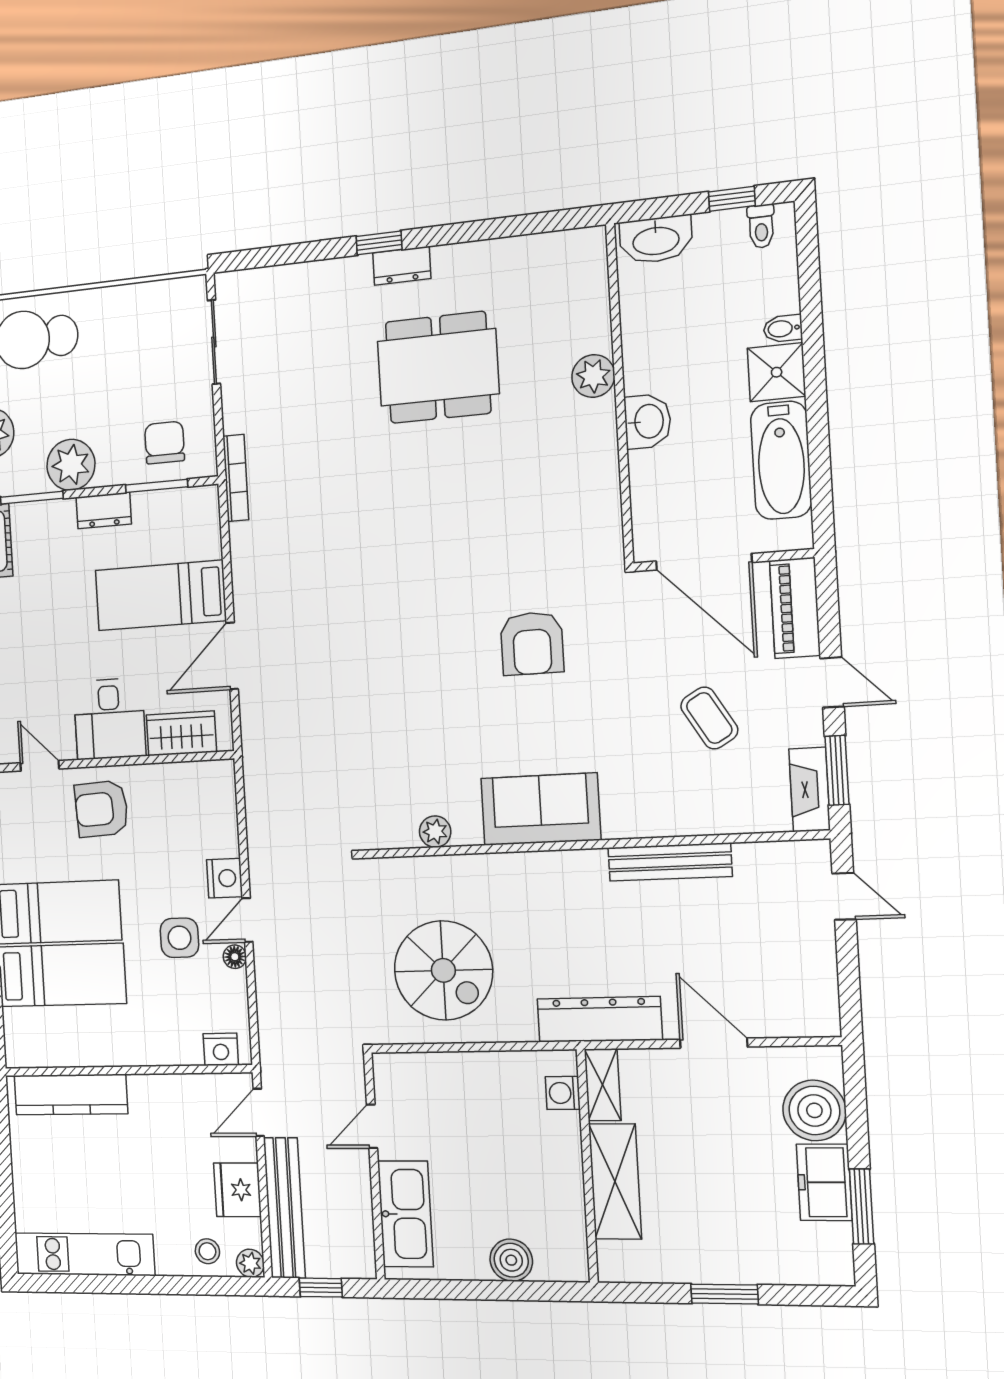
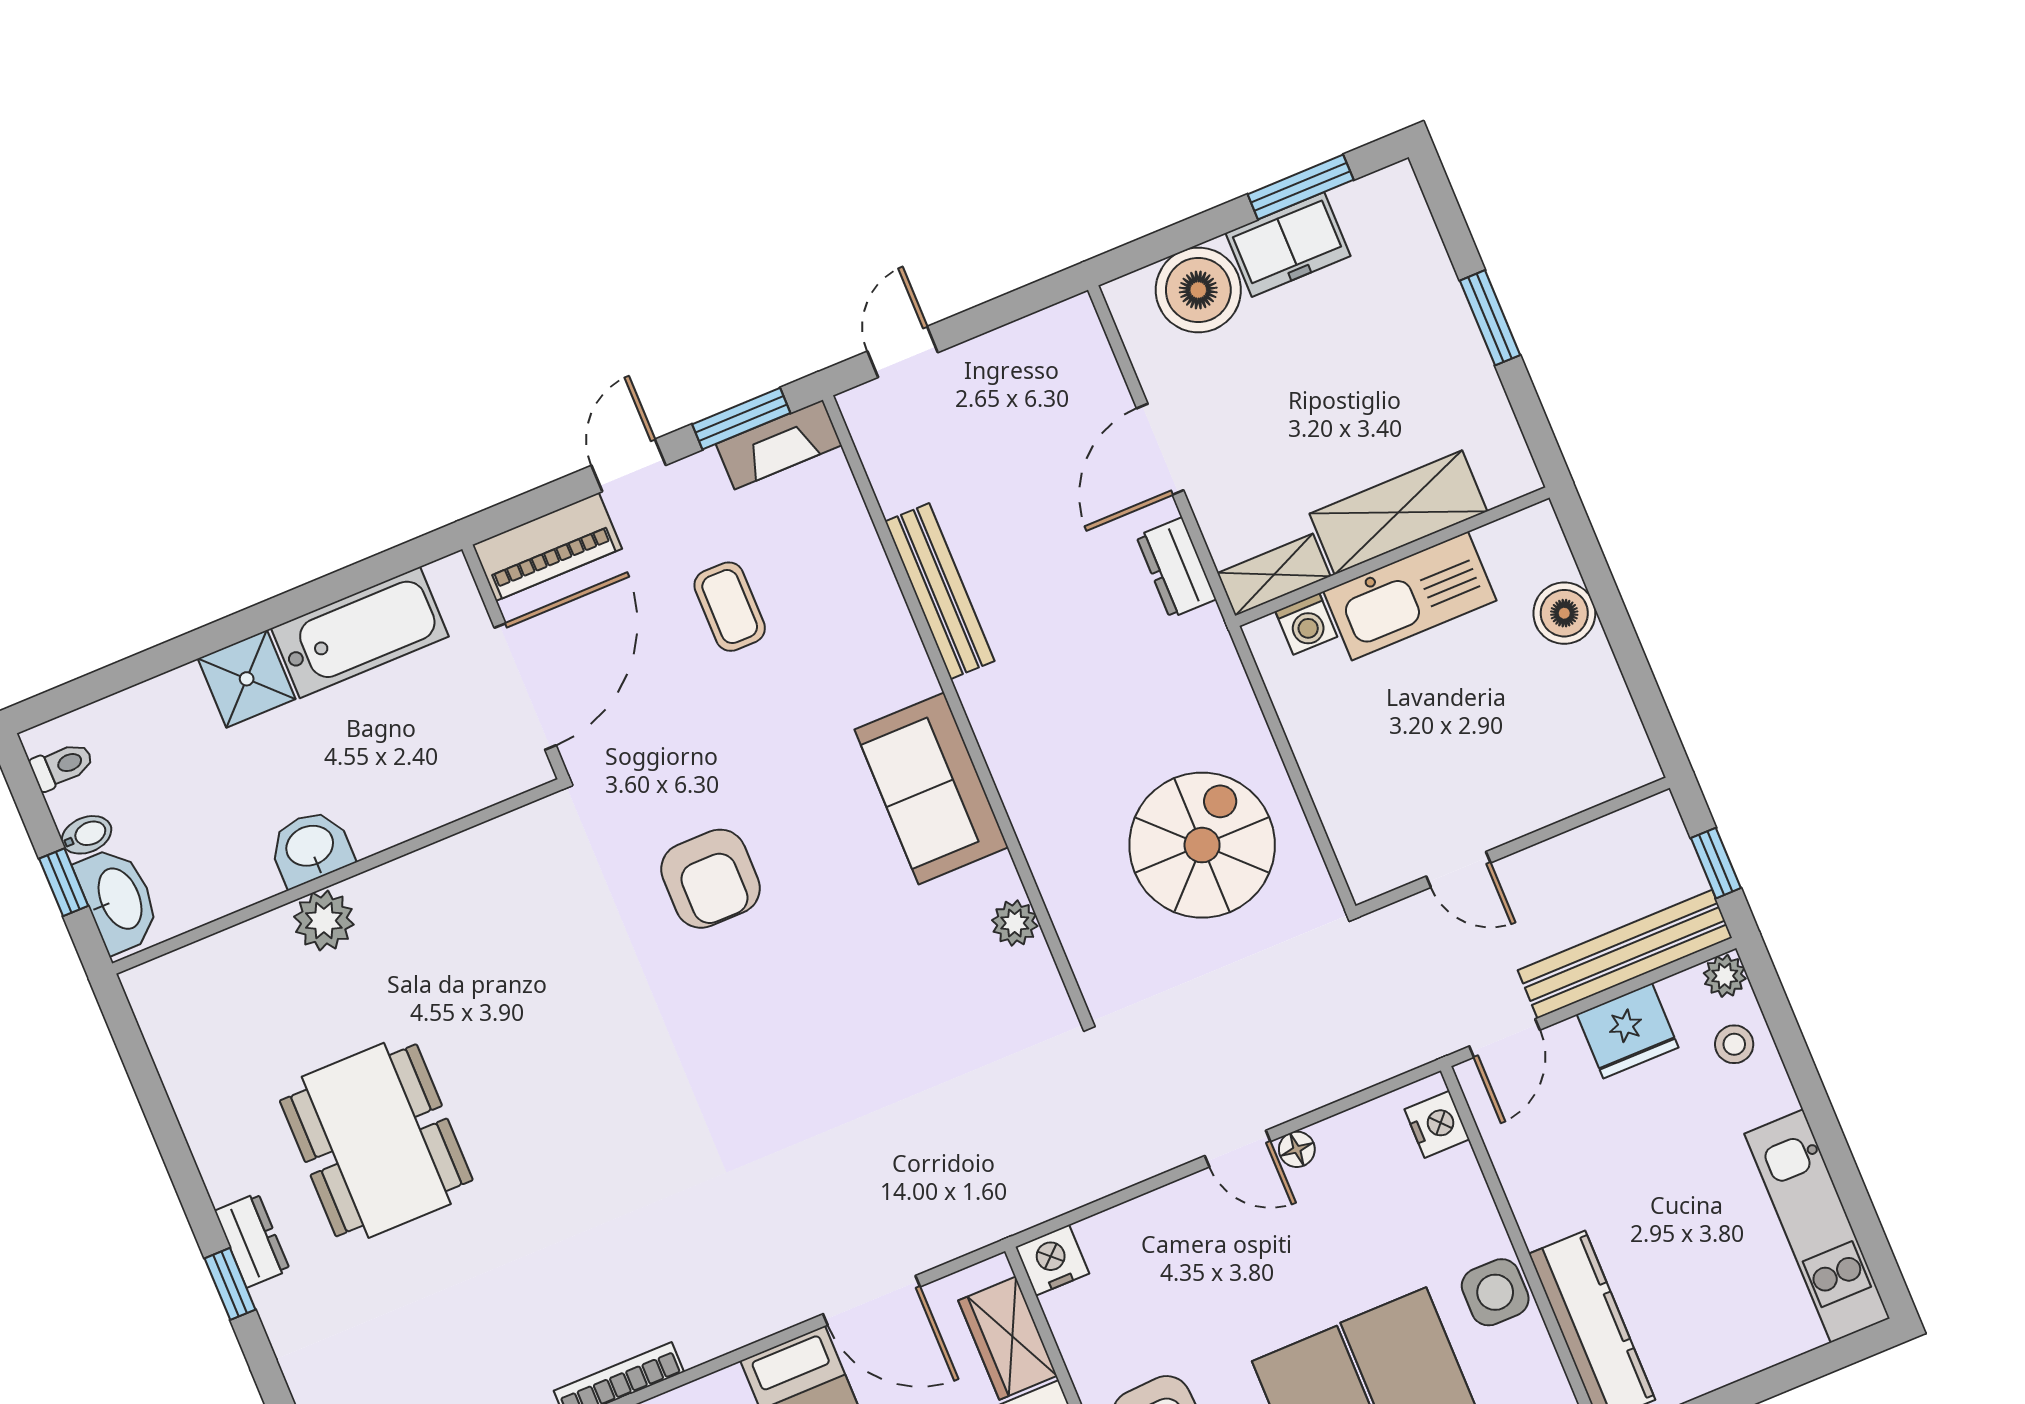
window: (732, 199) -> (64, 882), moved
bidet: (783, 329) -> (87, 835), moved, turned -90
washbasin: (648, 421) -> (310, 847), moved
armchair: (532, 643) -> (710, 879), turned 90
coffee table: (709, 718) -> (730, 607), turned -59
nightstand: (225, 878) -> (1052, 1260), moved
side table: (179, 938) -> (1495, 1292), moved
dresser: (599, 1019) -> (1176, 568), width x0.51, depth x0.80
door: (259, 1112) -> (1505, 1038), hinge flipped
kitchen sink: (405, 1214) -> (1410, 596), moved, turned 180

